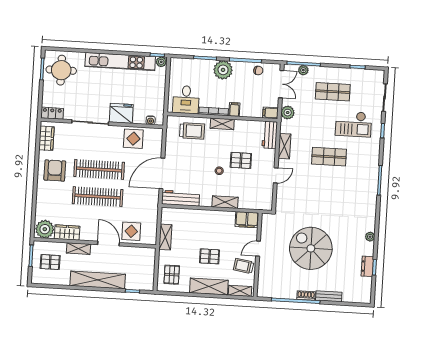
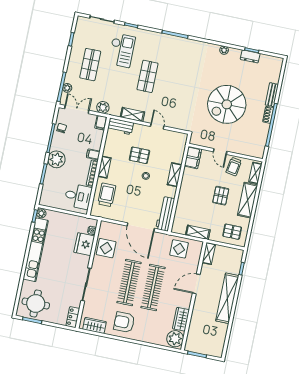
fridge: (121, 113) -> (84, 244), moved
pallet: (241, 160) -> (139, 155), turned 90
display table: (131, 231) -> (179, 249), moved
shelving: (79, 249) -> (209, 253), moved
pallet: (50, 262) -> (205, 338), removed

